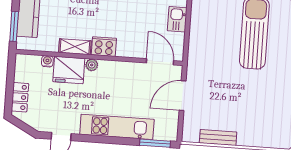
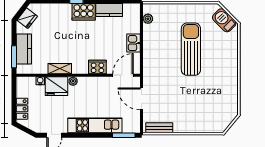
cooker: (104, 47) -> (97, 67), moved
door: (160, 62) -> (123, 75), hinge flipped
door: (183, 96) -> (141, 99), hinge flipped
bench: (218, 137) -> (159, 128), moved

